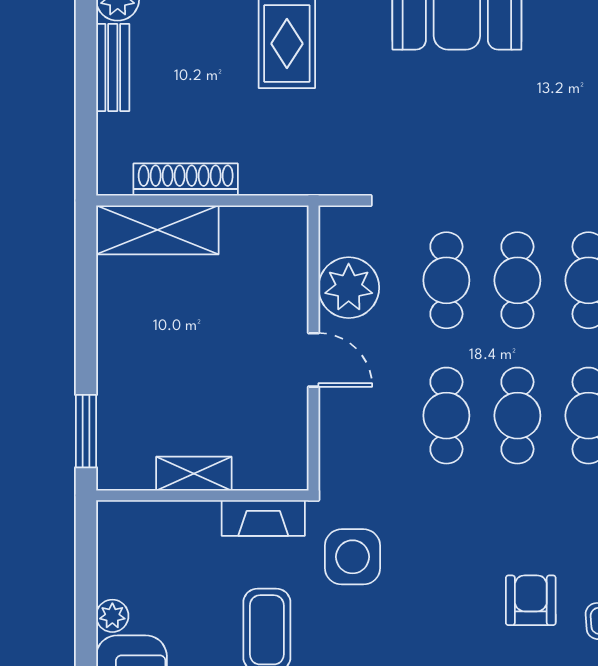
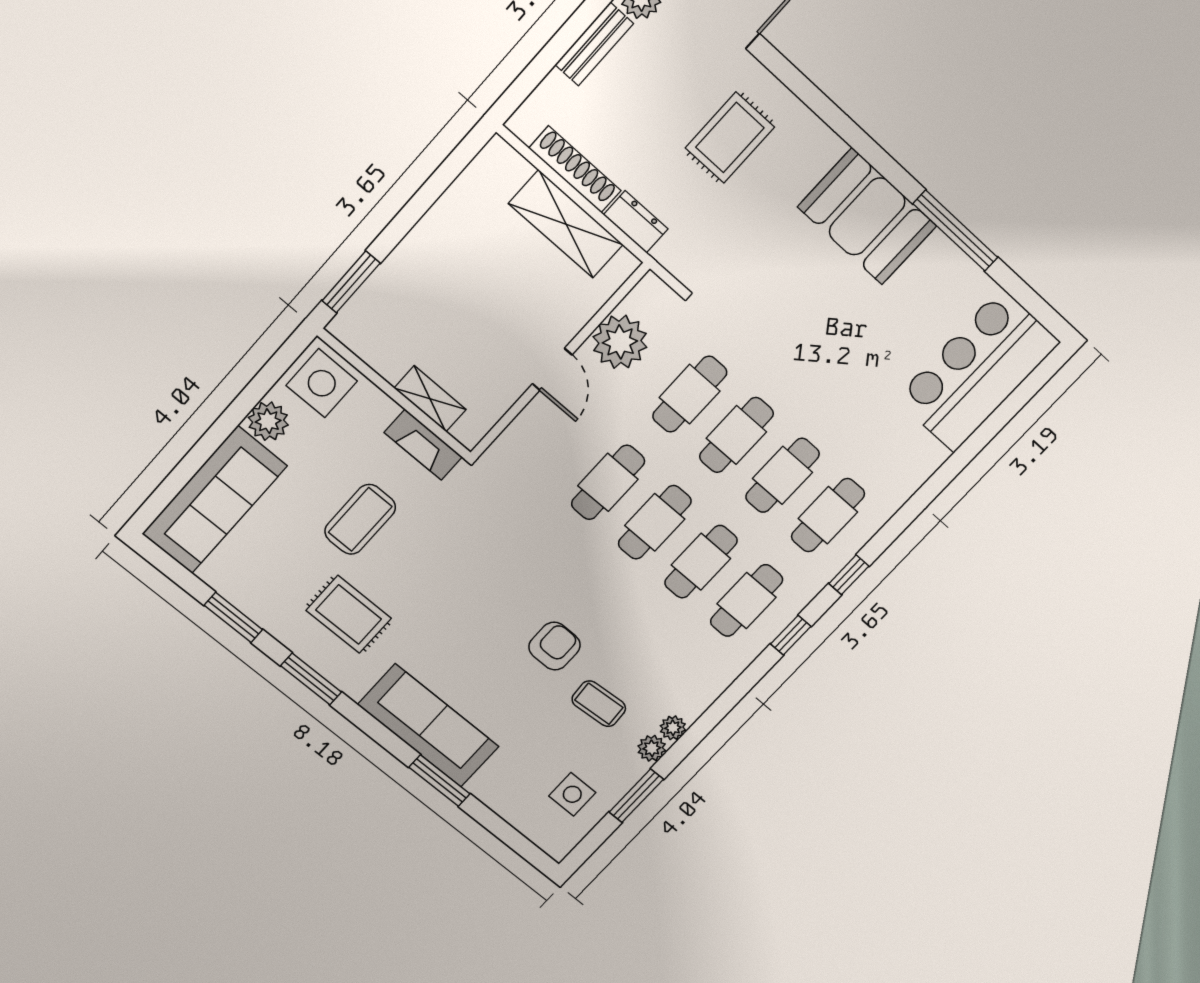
dresser: (273, 178) -> (636, 222), added
shelving: (157, 230) -> (566, 224), moved
shelving: (194, 474) -> (430, 399), moved
side table: (353, 557) -> (322, 383), moved
plant: (112, 616) -> (268, 421), width x1.38, depth x1.38

